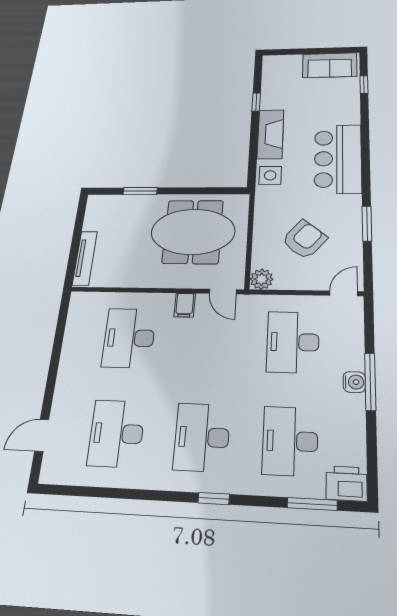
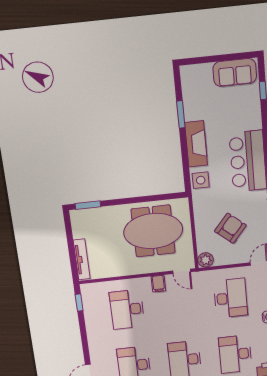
window: (256, 102) -> (181, 114), width x1.50
window: (140, 191) -> (88, 205), moved
window: (62, 318) -> (79, 303), added
desk: (293, 342) -> (231, 298), turned 180

